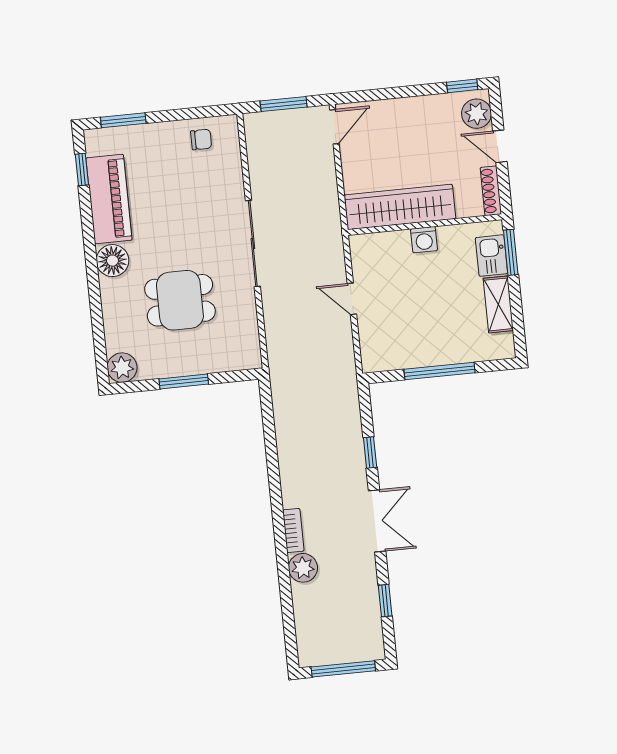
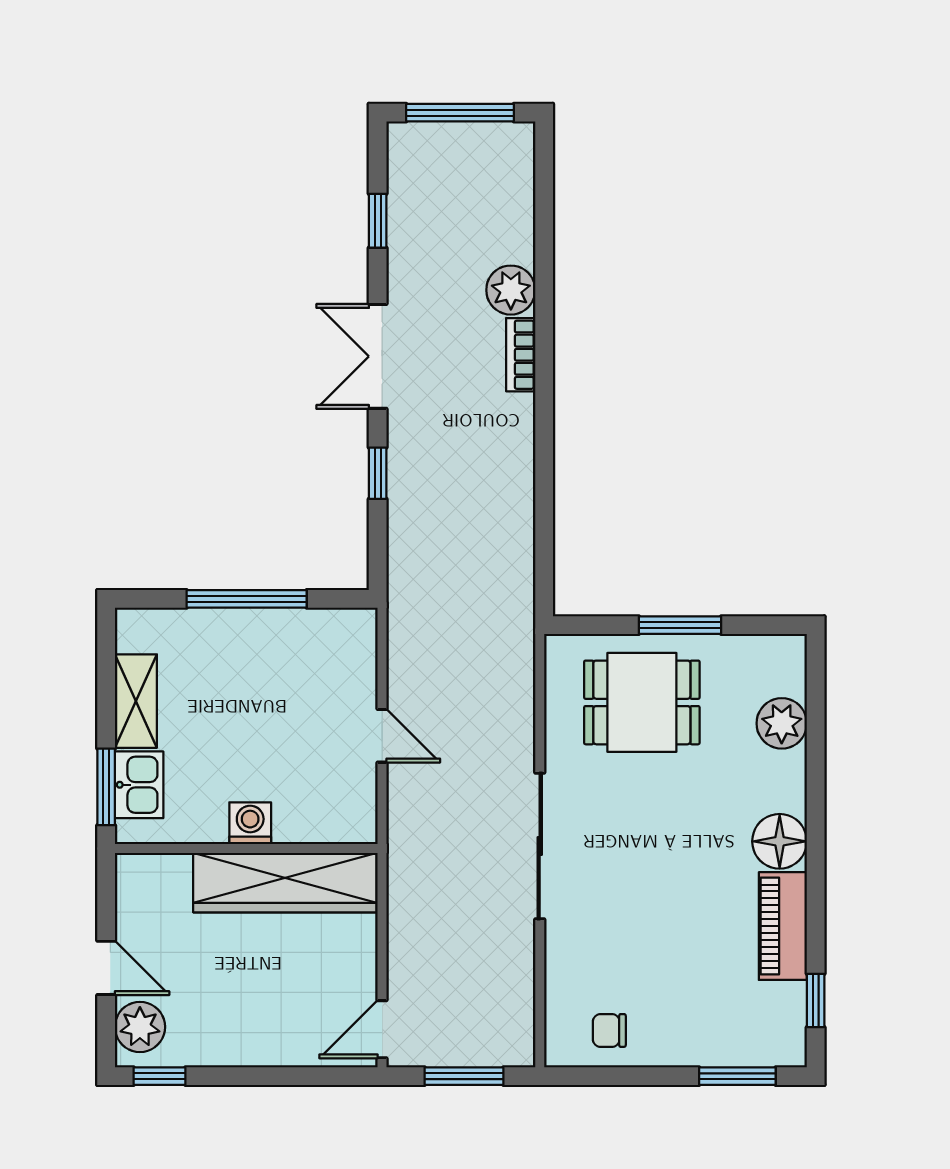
shoe rack: (491, 191) -> (129, 894), removed
piano: (109, 199) -> (783, 926), width x0.73, depth x0.75
dining table: (180, 300) -> (642, 702), moved
plant: (122, 368) -> (782, 723), moved

